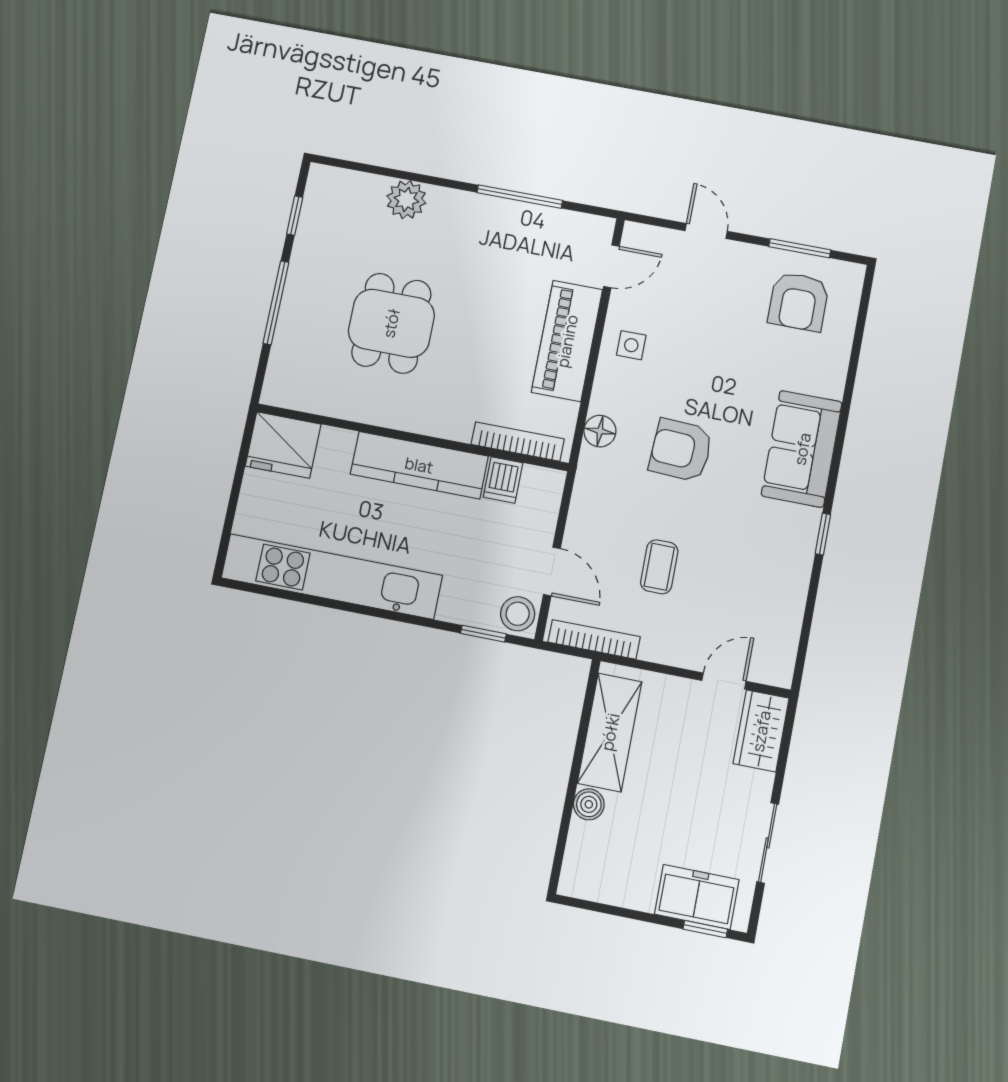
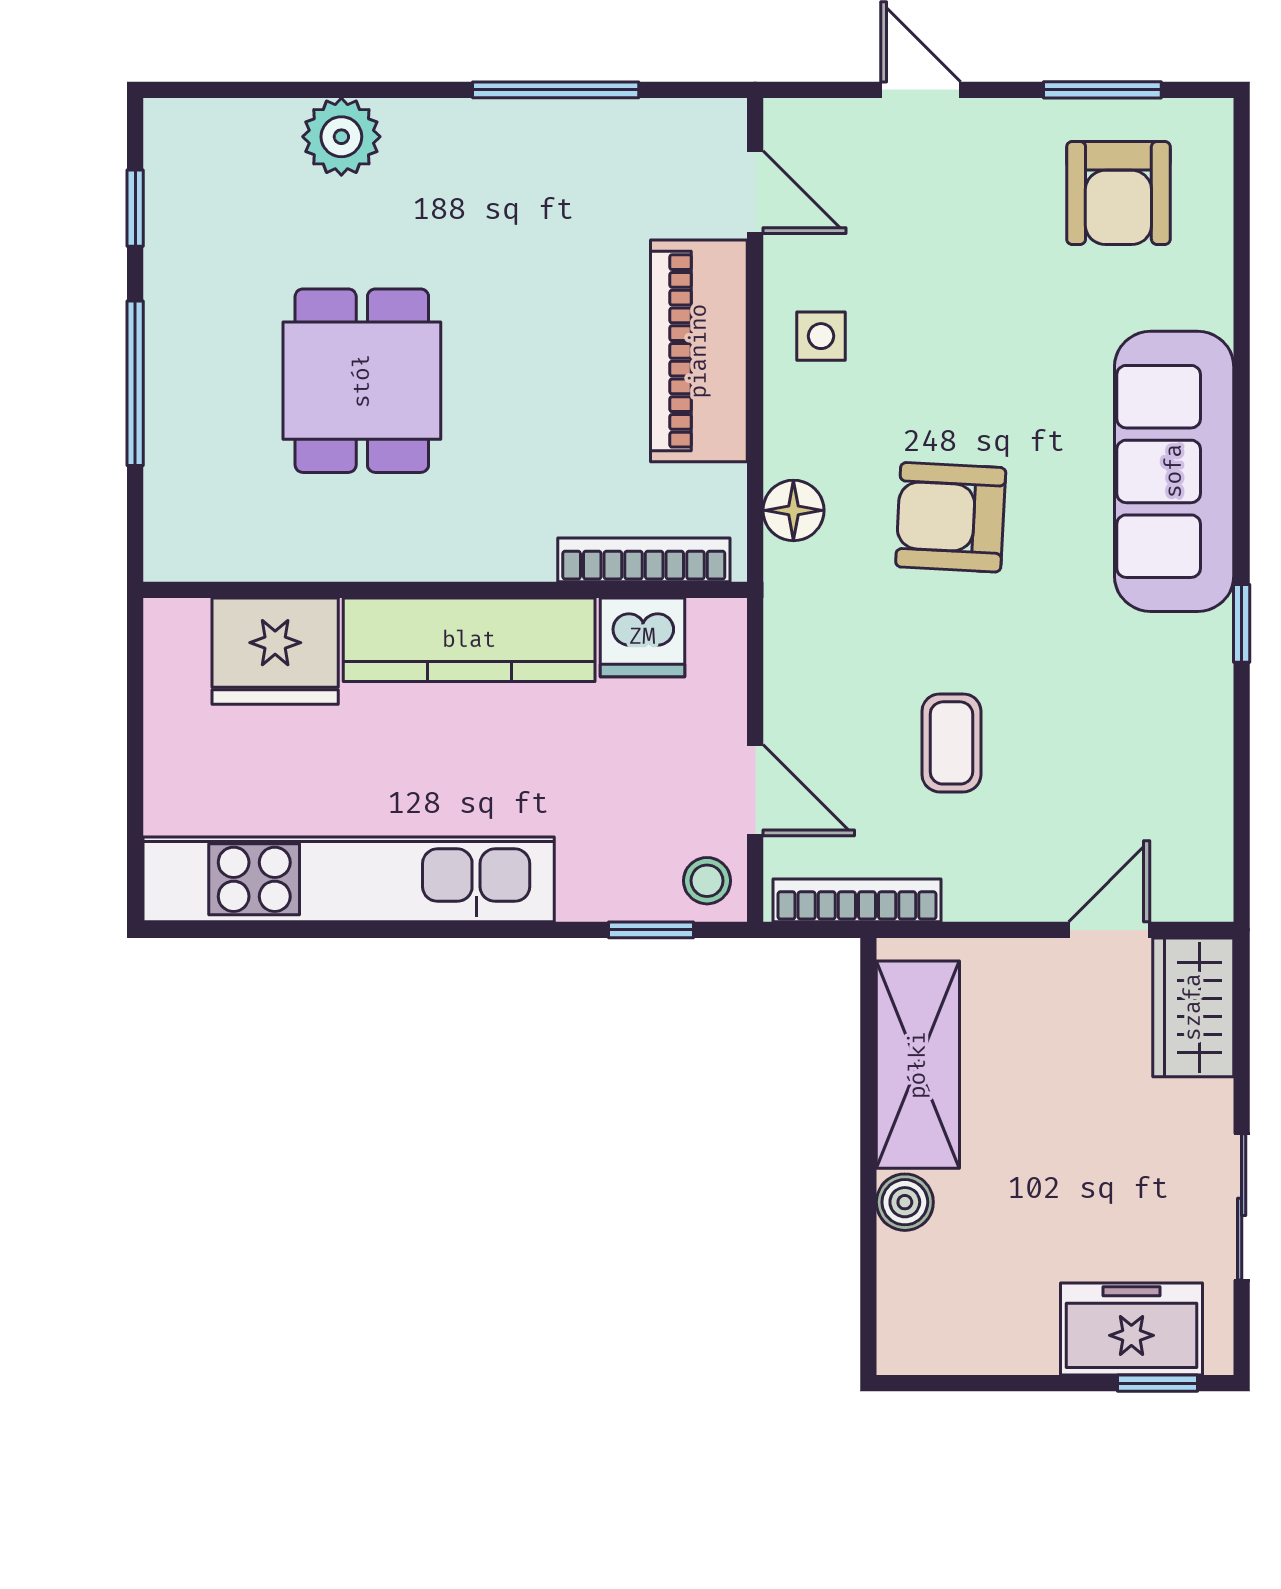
door: (611, 266) -> (755, 192), hinge flipped
fridge: (283, 445) -> (275, 651), moved
sofa: (802, 449) -> (1174, 471), width x1.36
dishwasher: (503, 480) -> (642, 637), width x1.38
stool: (518, 614) -> (707, 881), width x0.73, depth x0.73

